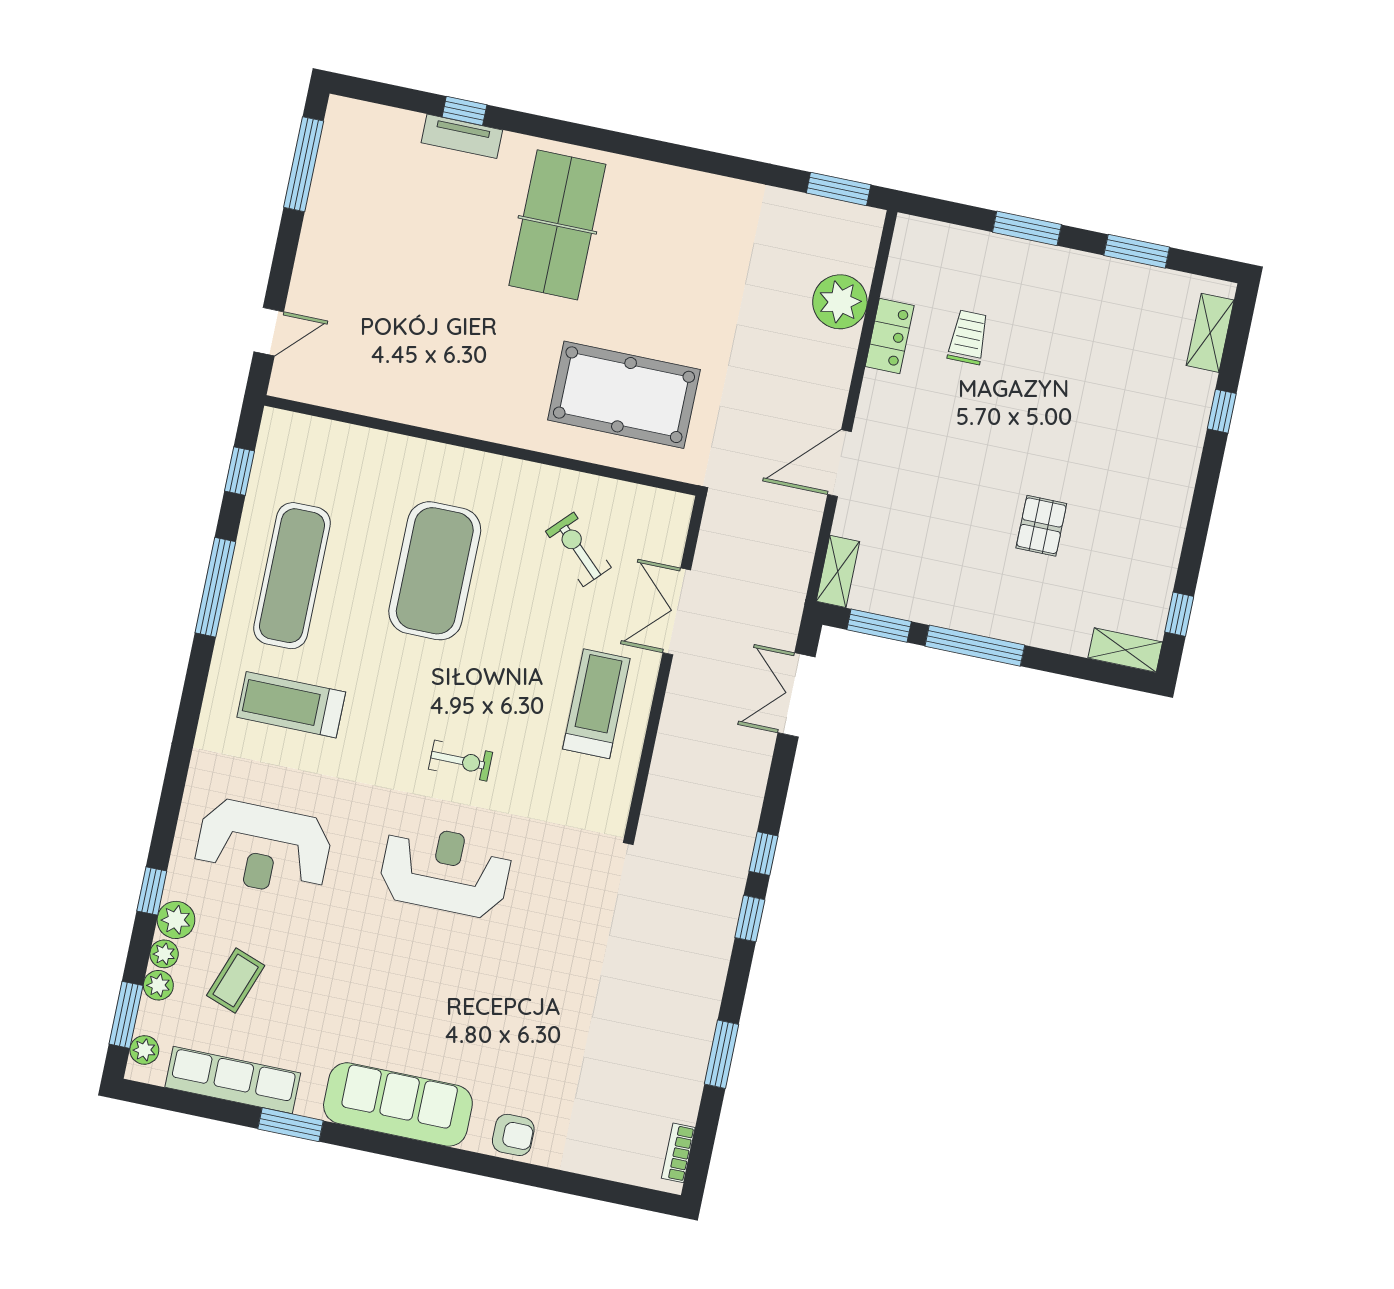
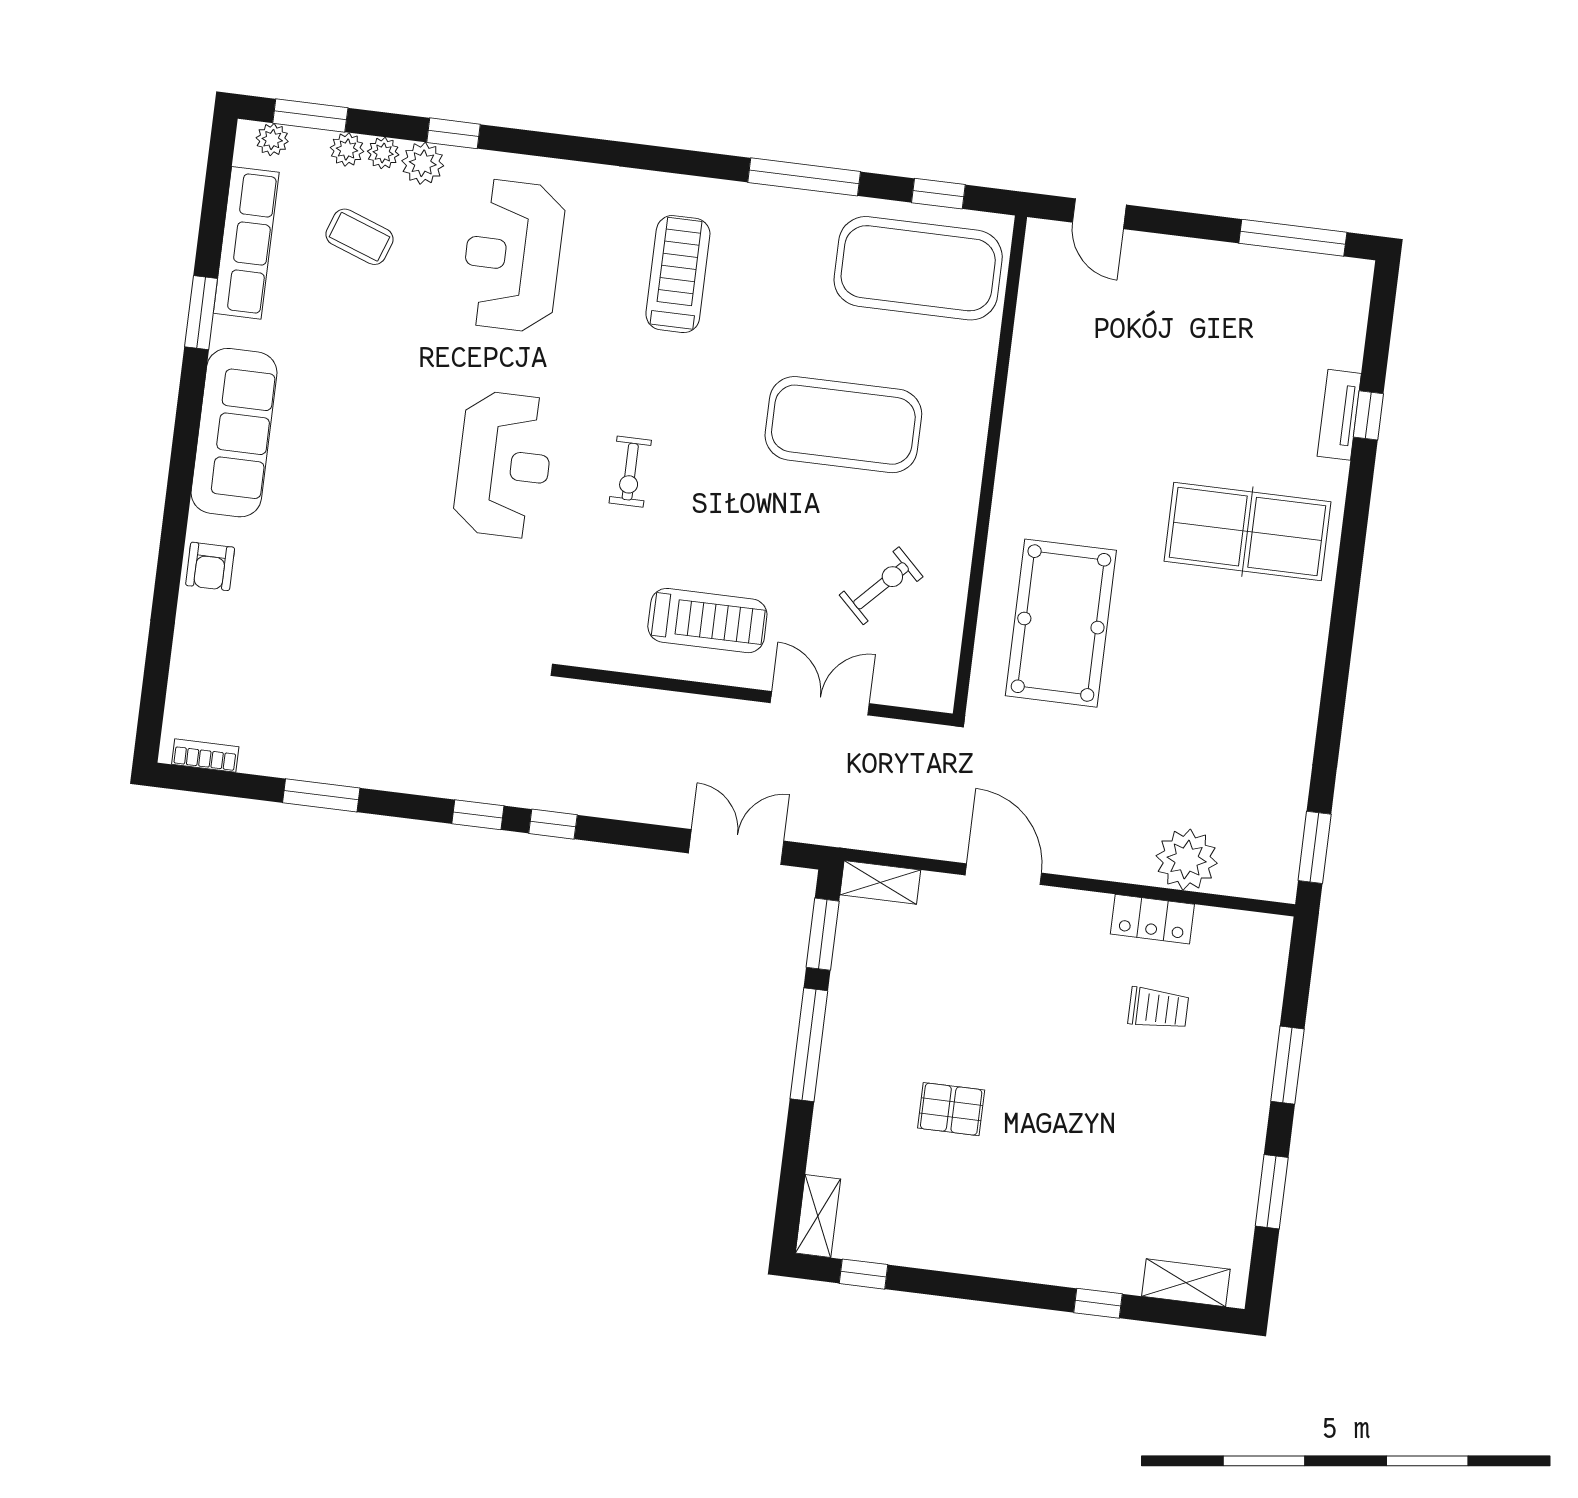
exercise mat: (292, 576) -> (918, 268), moved, width x1.47

